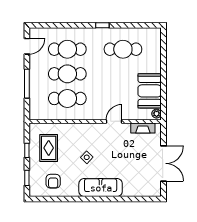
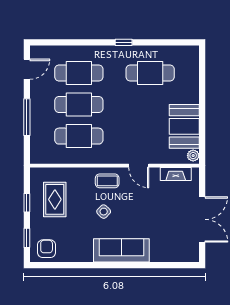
door: (114, 121) -> (139, 166), swing flipped
coffee table: (89, 133) -> (107, 181), added
armchair: (53, 181) -> (47, 249), moved, turned 180

